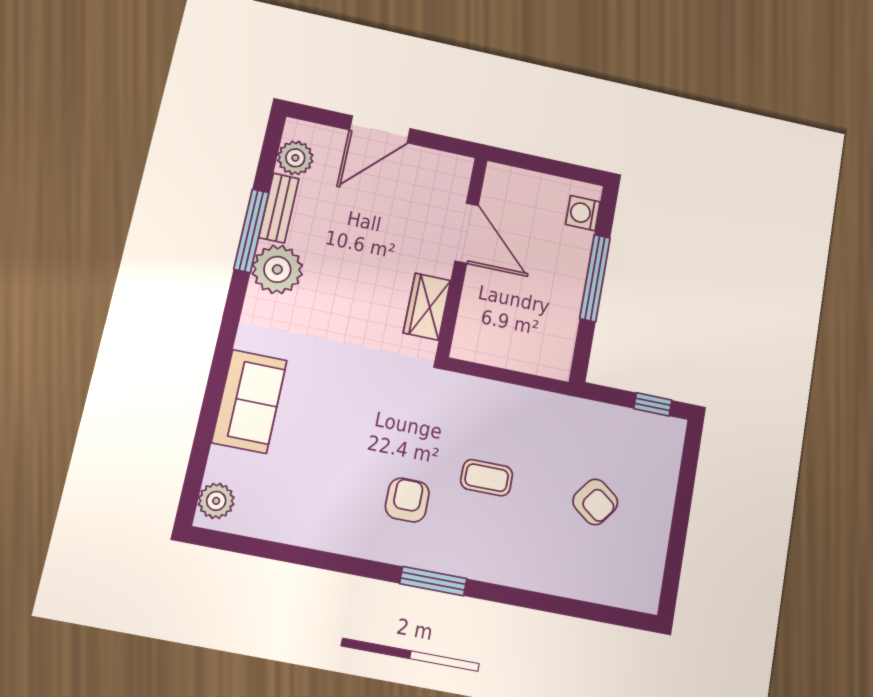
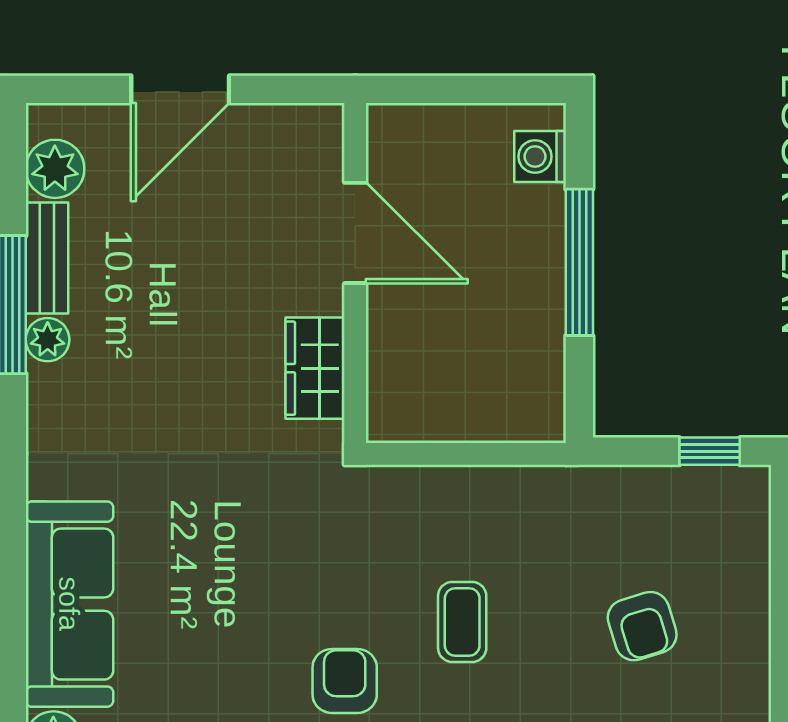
plant: (277, 269) -> (48, 340), width x0.53, depth x0.53
sofa: (249, 401) -> (69, 604), width x1.36
coffee table: (487, 478) -> (462, 622), turned 90
armchair: (595, 502) -> (642, 626), turned 36

